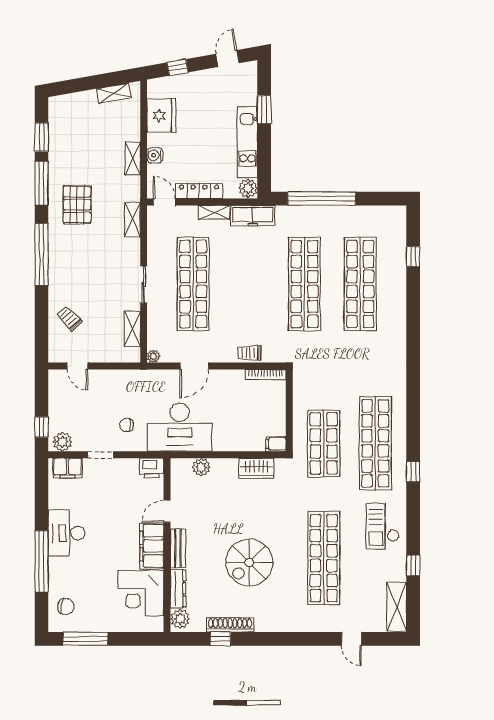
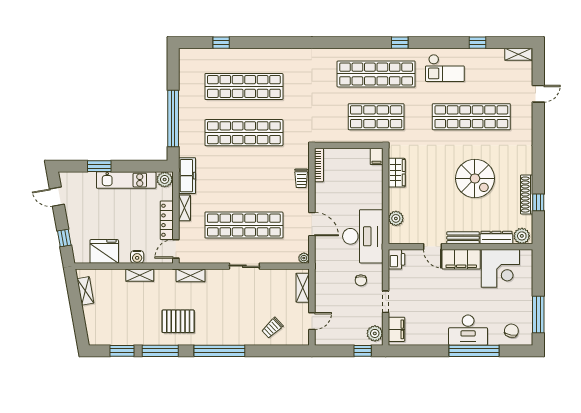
shelving: (132, 329) -> (303, 288), moved, turned 90
desk: (67, 533) -> (468, 330), moved
shelving: (397, 607) -> (518, 54), width x0.67, depth x0.75

